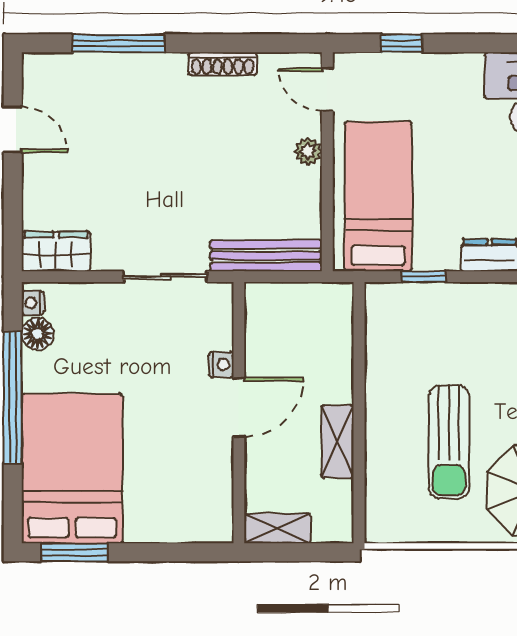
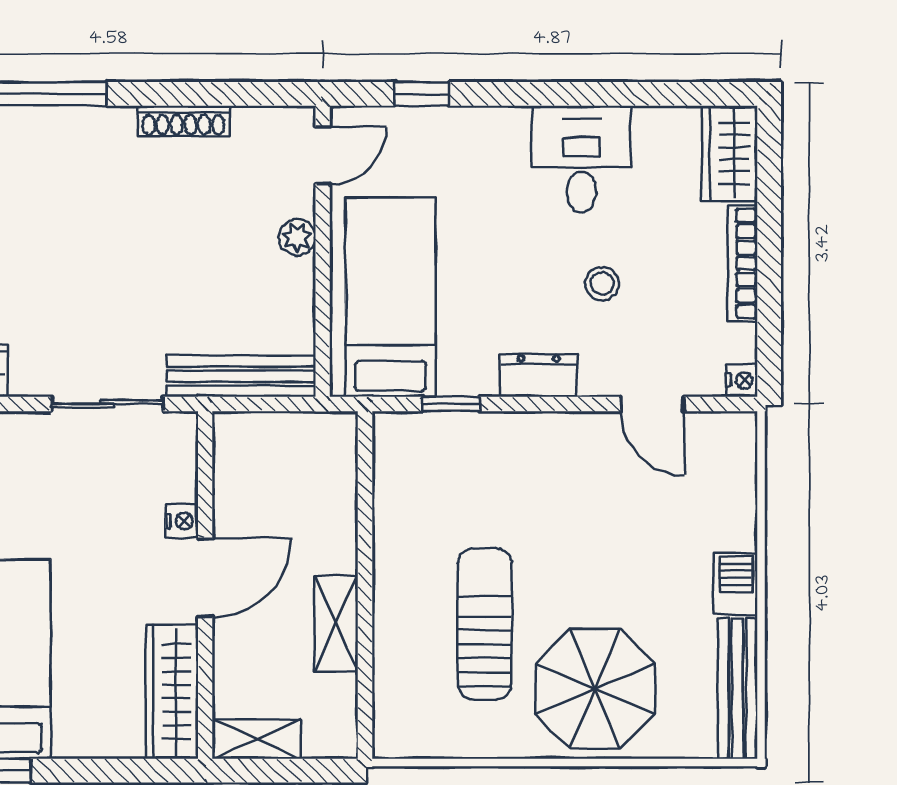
door: (327, 90) -> (323, 155), swing flipped
sun lounger: (449, 442) -> (485, 624), turned 180
wardrobe: (214, 493) -> (172, 692), added

